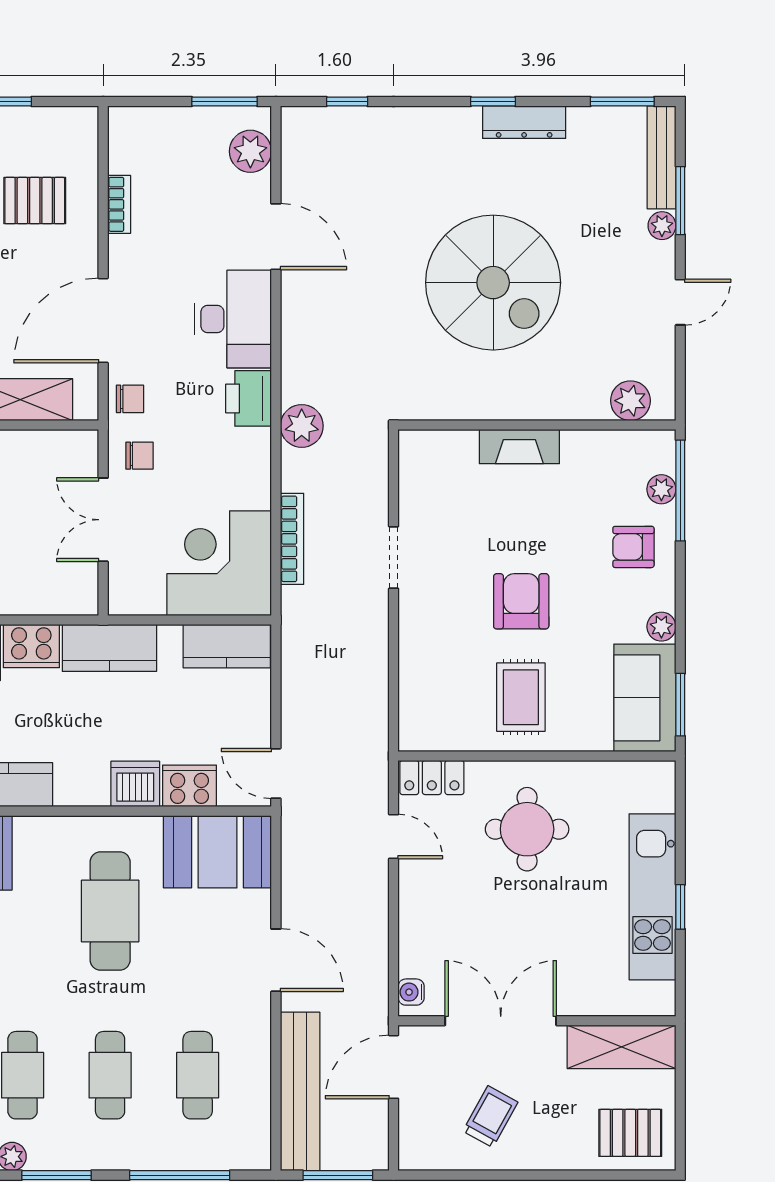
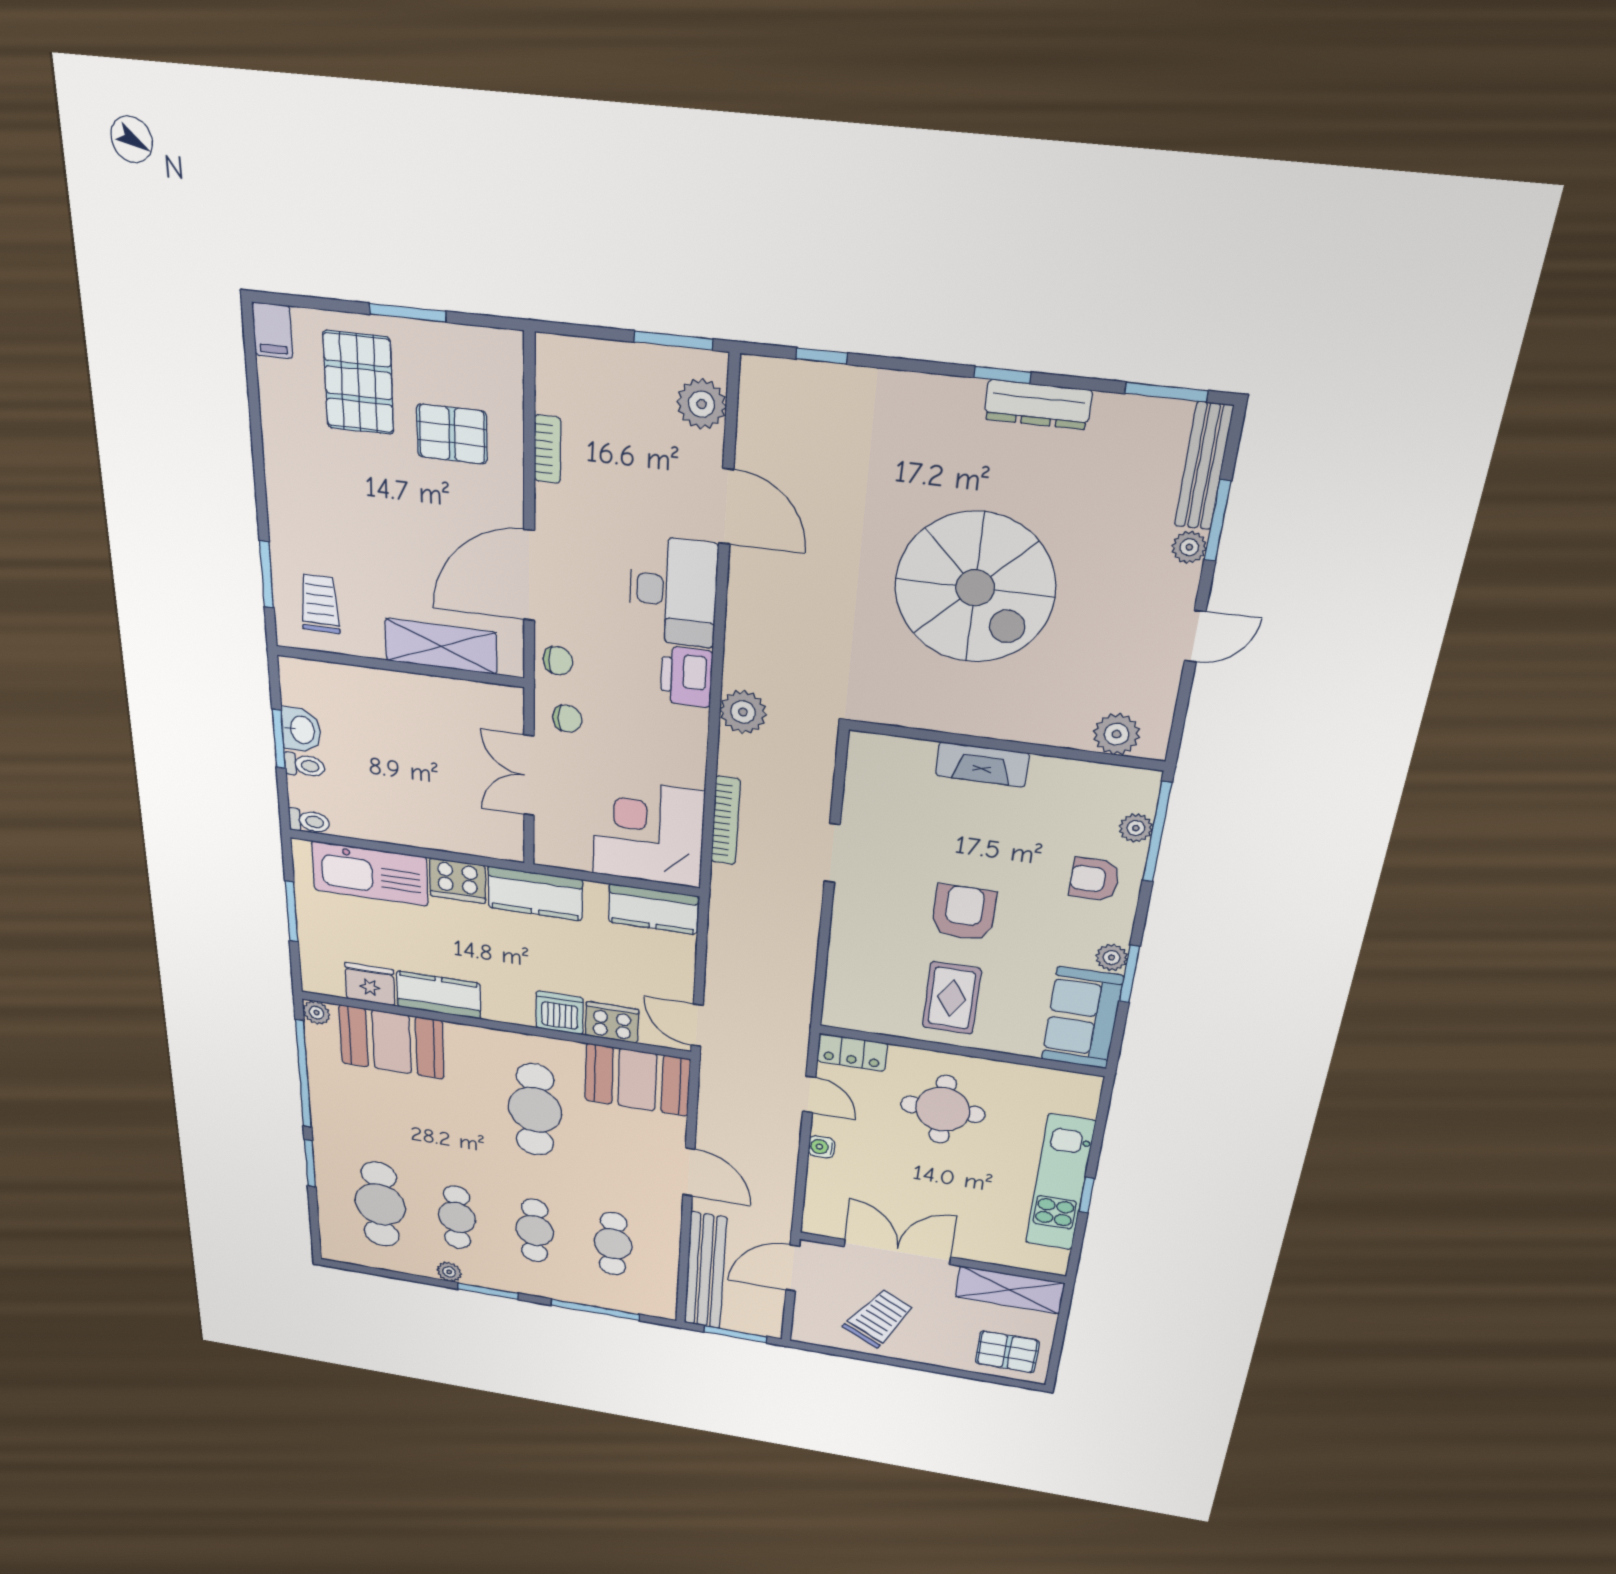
window: (680, 705) -> (1130, 974), moved
water cooler: (411, 992) -> (821, 1147), moved
trolley: (490, 1117) -> (879, 1318), width x1.36, depth x1.39

